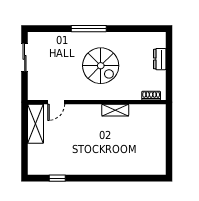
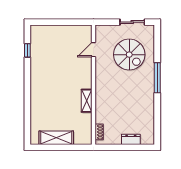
spiral stairs: (101, 66) -> (129, 55), moved, turned -90
door: (56, 102) -> (93, 50), hinge flipped
shelving: (36, 124) -> (56, 138), moved

